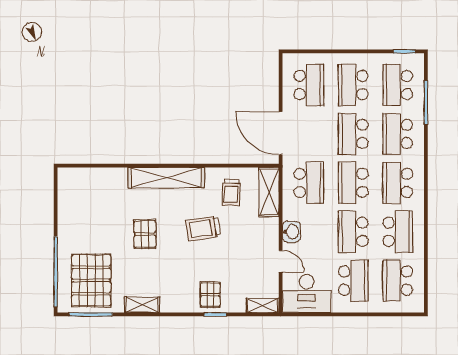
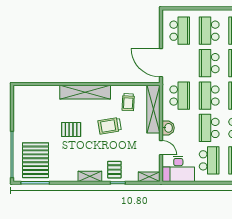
shelving: (269, 192) -> (153, 109), width x1.47
pallet: (145, 234) -> (71, 130), turned 90
shelving: (142, 305) -> (90, 176), moved

